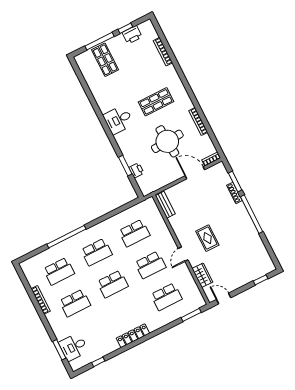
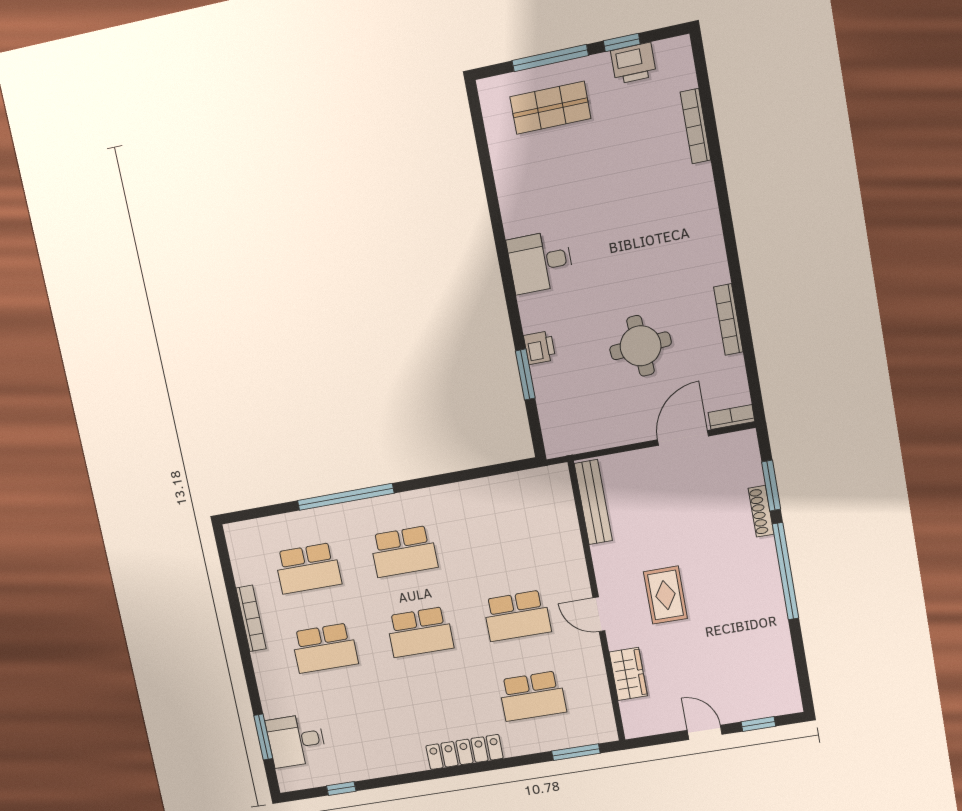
shop shelf: (105, 60) -> (550, 108), turned 90
shop shelf: (156, 102) -> (642, 244), removed
round table: (167, 141) -> (641, 346), width x0.73, depth x0.73
printer: (136, 170) -> (539, 348), moved
door: (195, 173) -> (683, 438), hinge flipped
bench: (165, 205) -> (593, 502), width x1.36
school desk: (134, 233) -> (501, 534), removed
door: (183, 254) -> (599, 614), hinge flipped
door: (224, 299) -> (705, 732), moved
locker: (133, 336) -> (464, 752), moved

